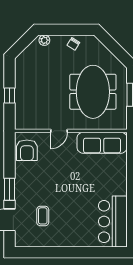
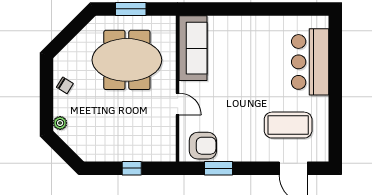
window: (9, 189) -> (219, 168), moved
coffee table: (43, 216) -> (288, 125), width x1.86, depth x1.72
bar counter: (113, 221) -> (310, 62), moved, turned 90

